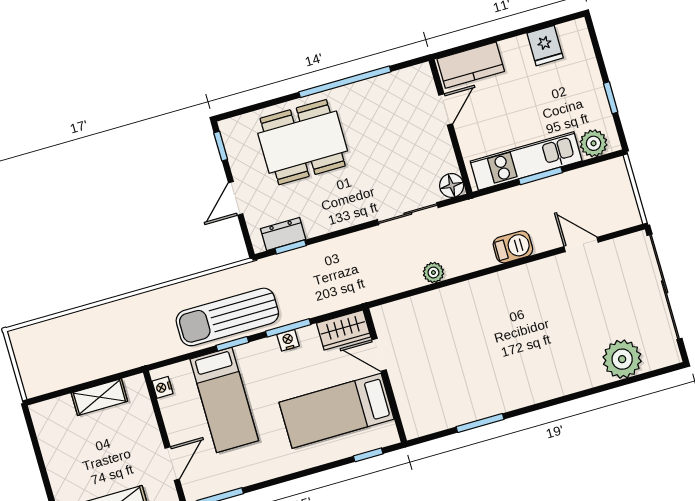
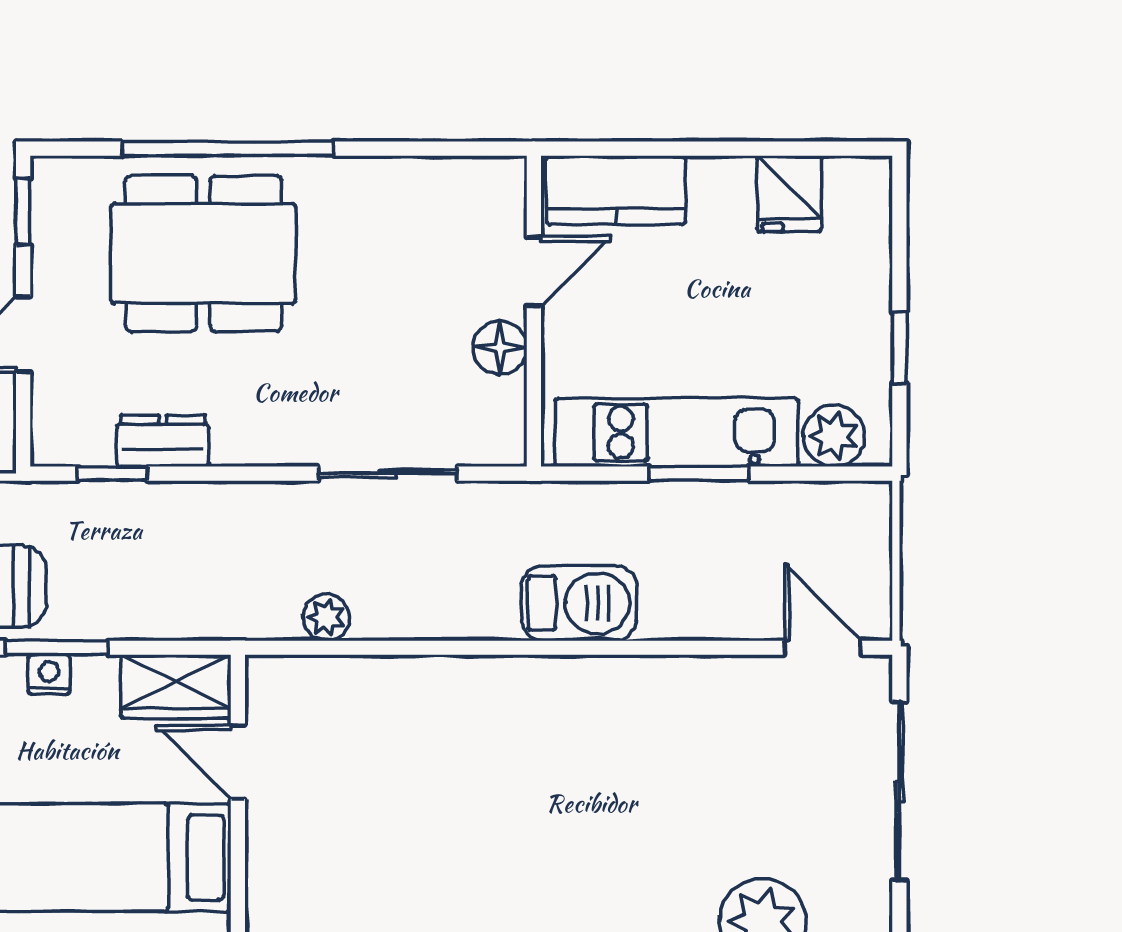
window: (345, 82) -> (228, 149), moved
floor lamp: (452, 185) -> (500, 348), moved
dresser: (283, 234) -> (163, 441), moved
door: (581, 244) -> (823, 648), moved
barbecue: (513, 247) -> (579, 603), width x1.38, depth x1.27
plant: (433, 273) -> (326, 617), moved
sliding door: (665, 287) -> (899, 791), width x0.73

